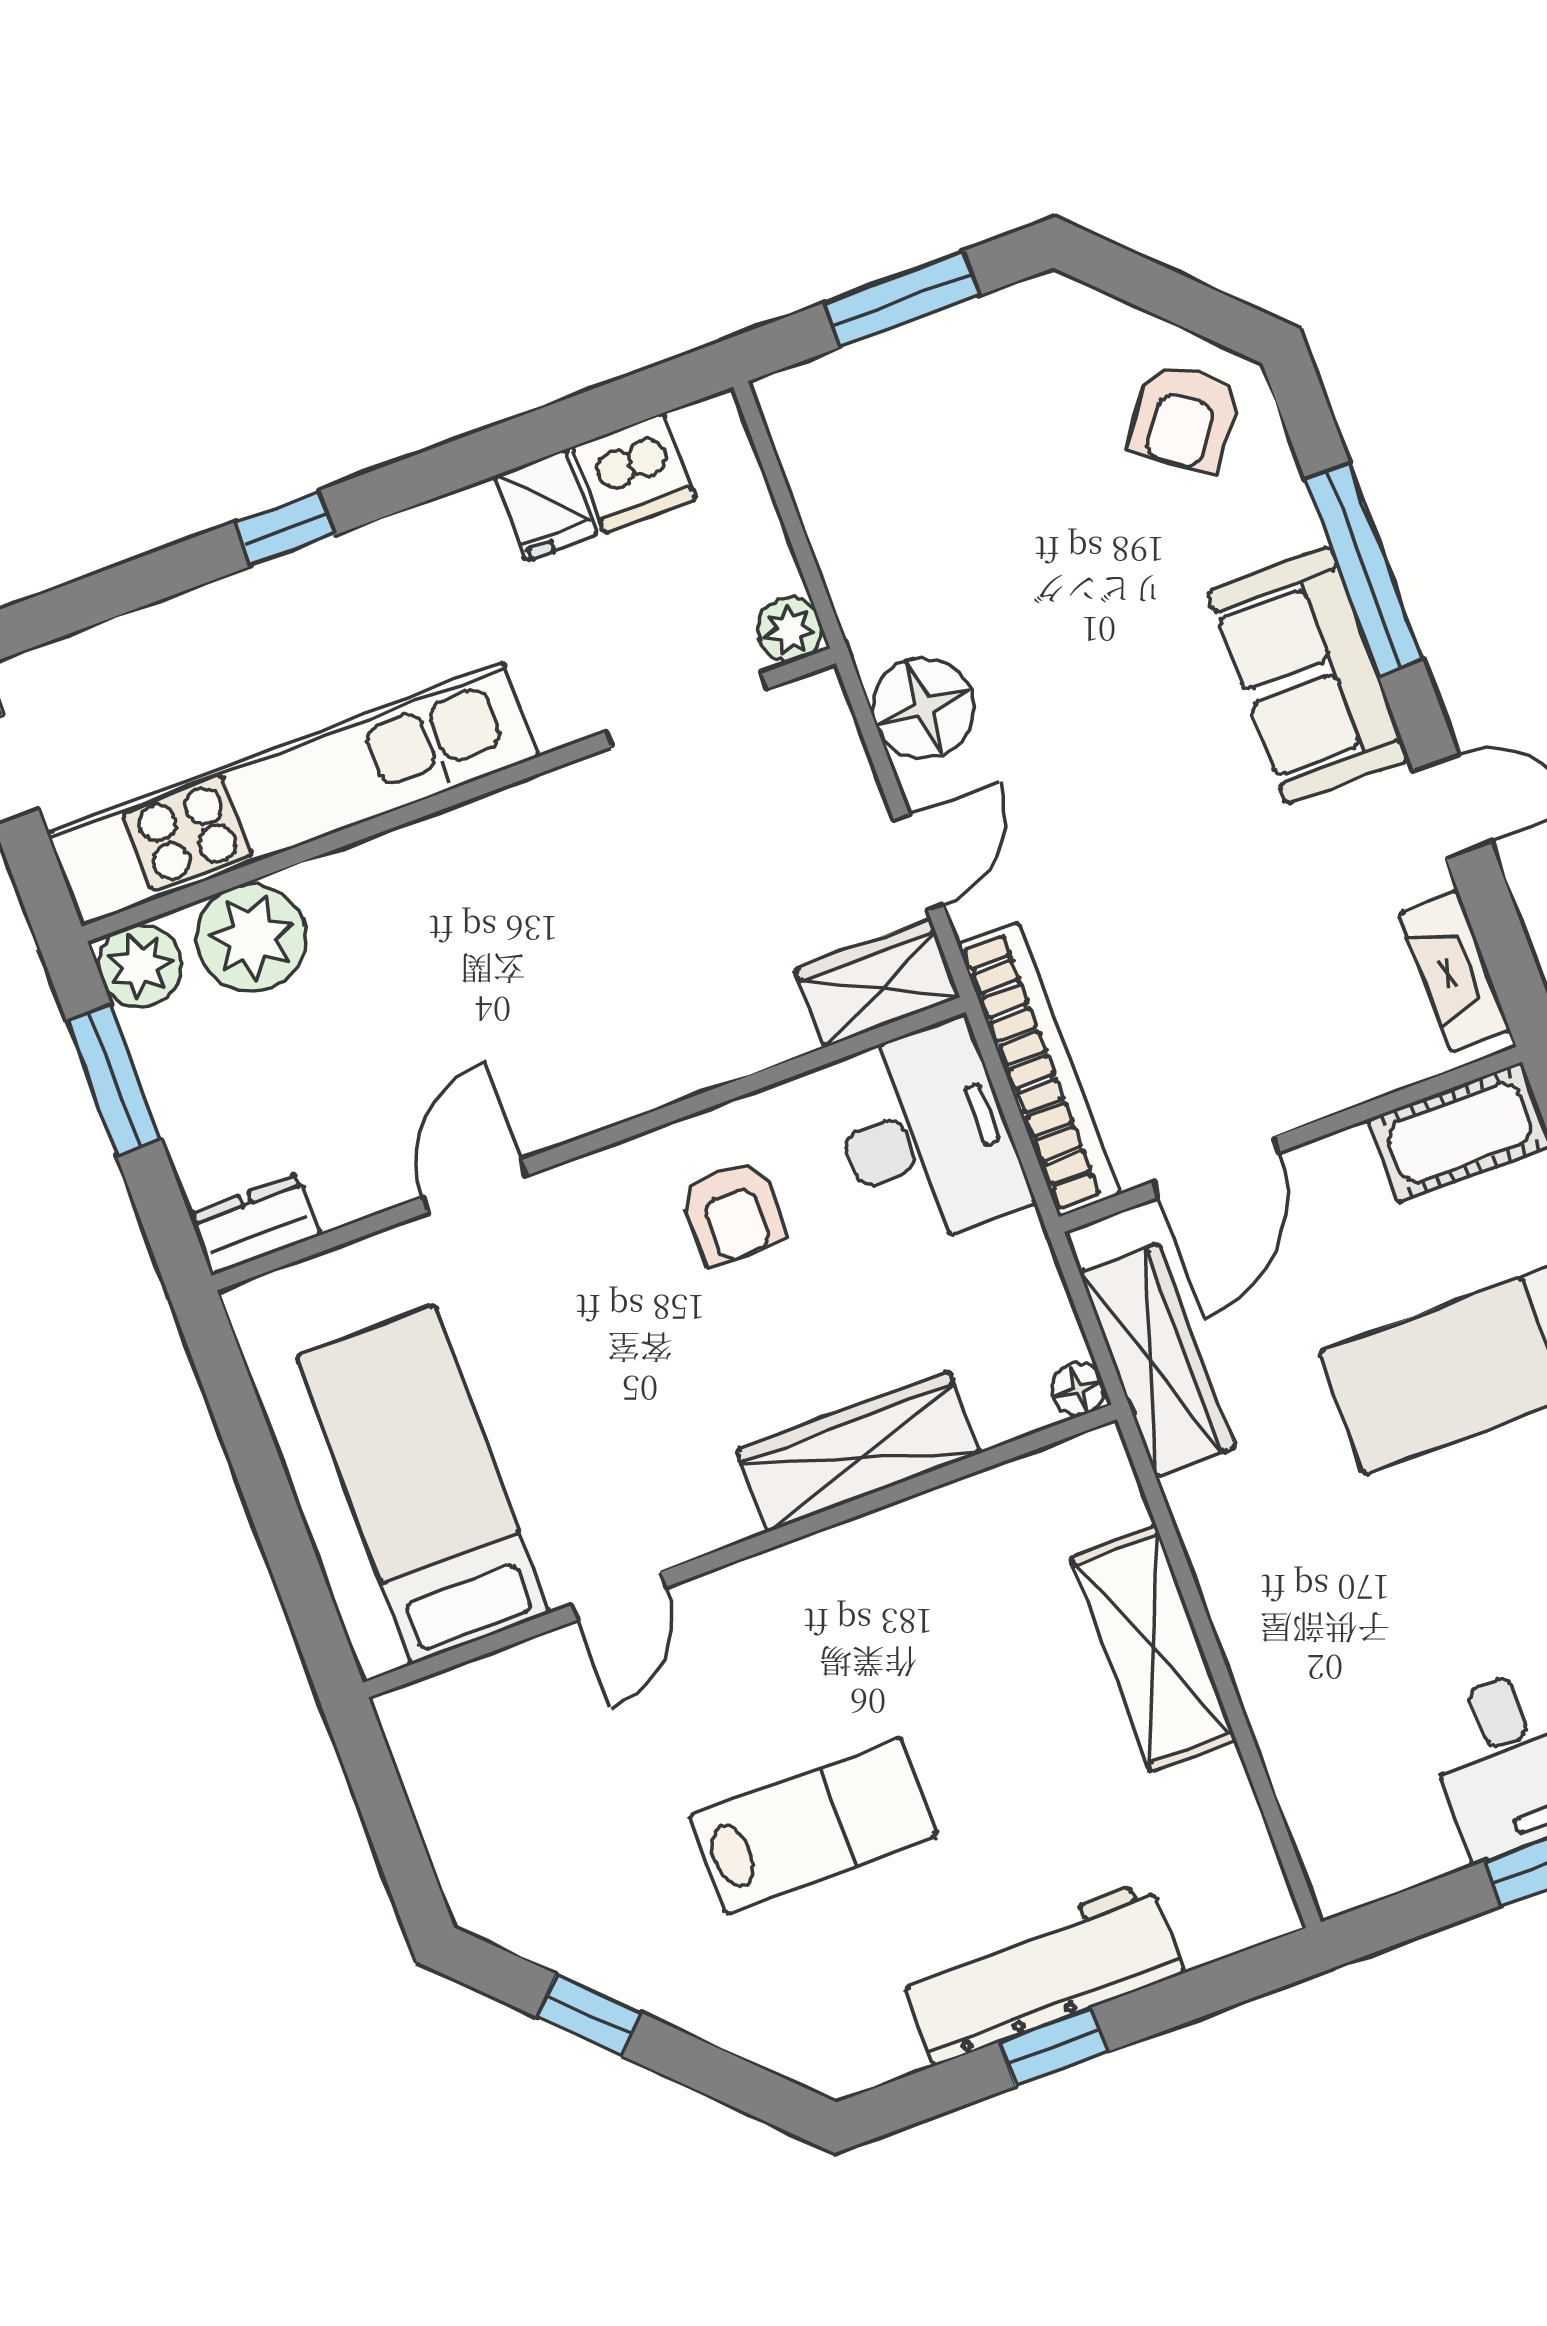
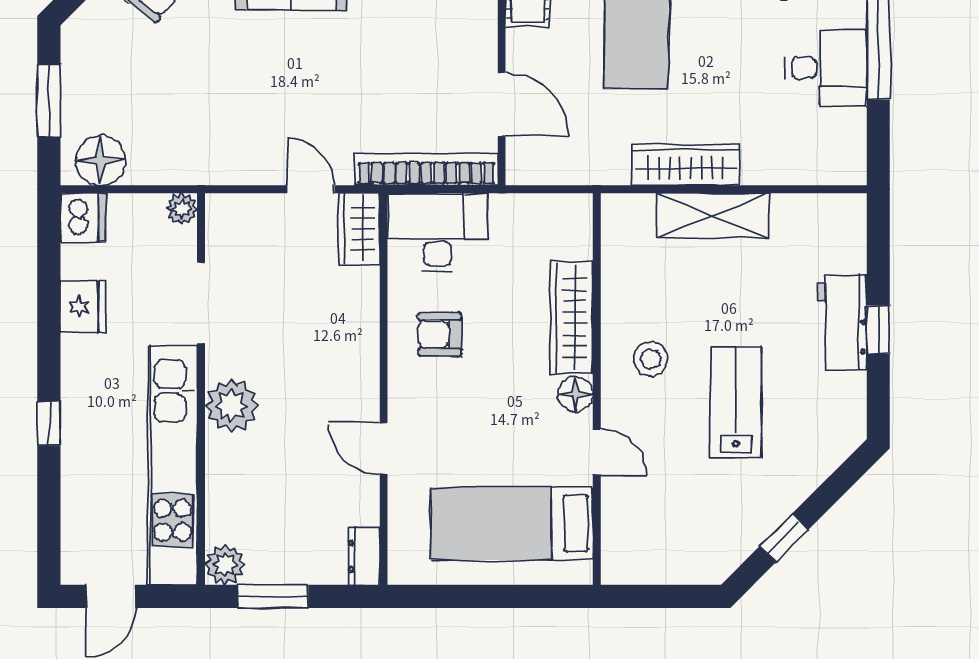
dishwasher: (634, 473) -> (83, 217), moved
fridge: (546, 505) -> (83, 307), width x1.38
floor lamp: (923, 708) -> (101, 161), moved
doorway: (686, 710) -> (201, 303), moved
plant: (252, 938) -> (231, 406), moved
armchair: (733, 1213) -> (440, 334), turned 180
wardrobe: (1157, 1360) -> (686, 165), moved
floor lamp: (1078, 1389) -> (575, 394), moved, width x1.37, depth x1.37
stool: (835, 1633) -> (651, 359), added
workbench: (1042, 1973) -> (842, 322), width x0.73

